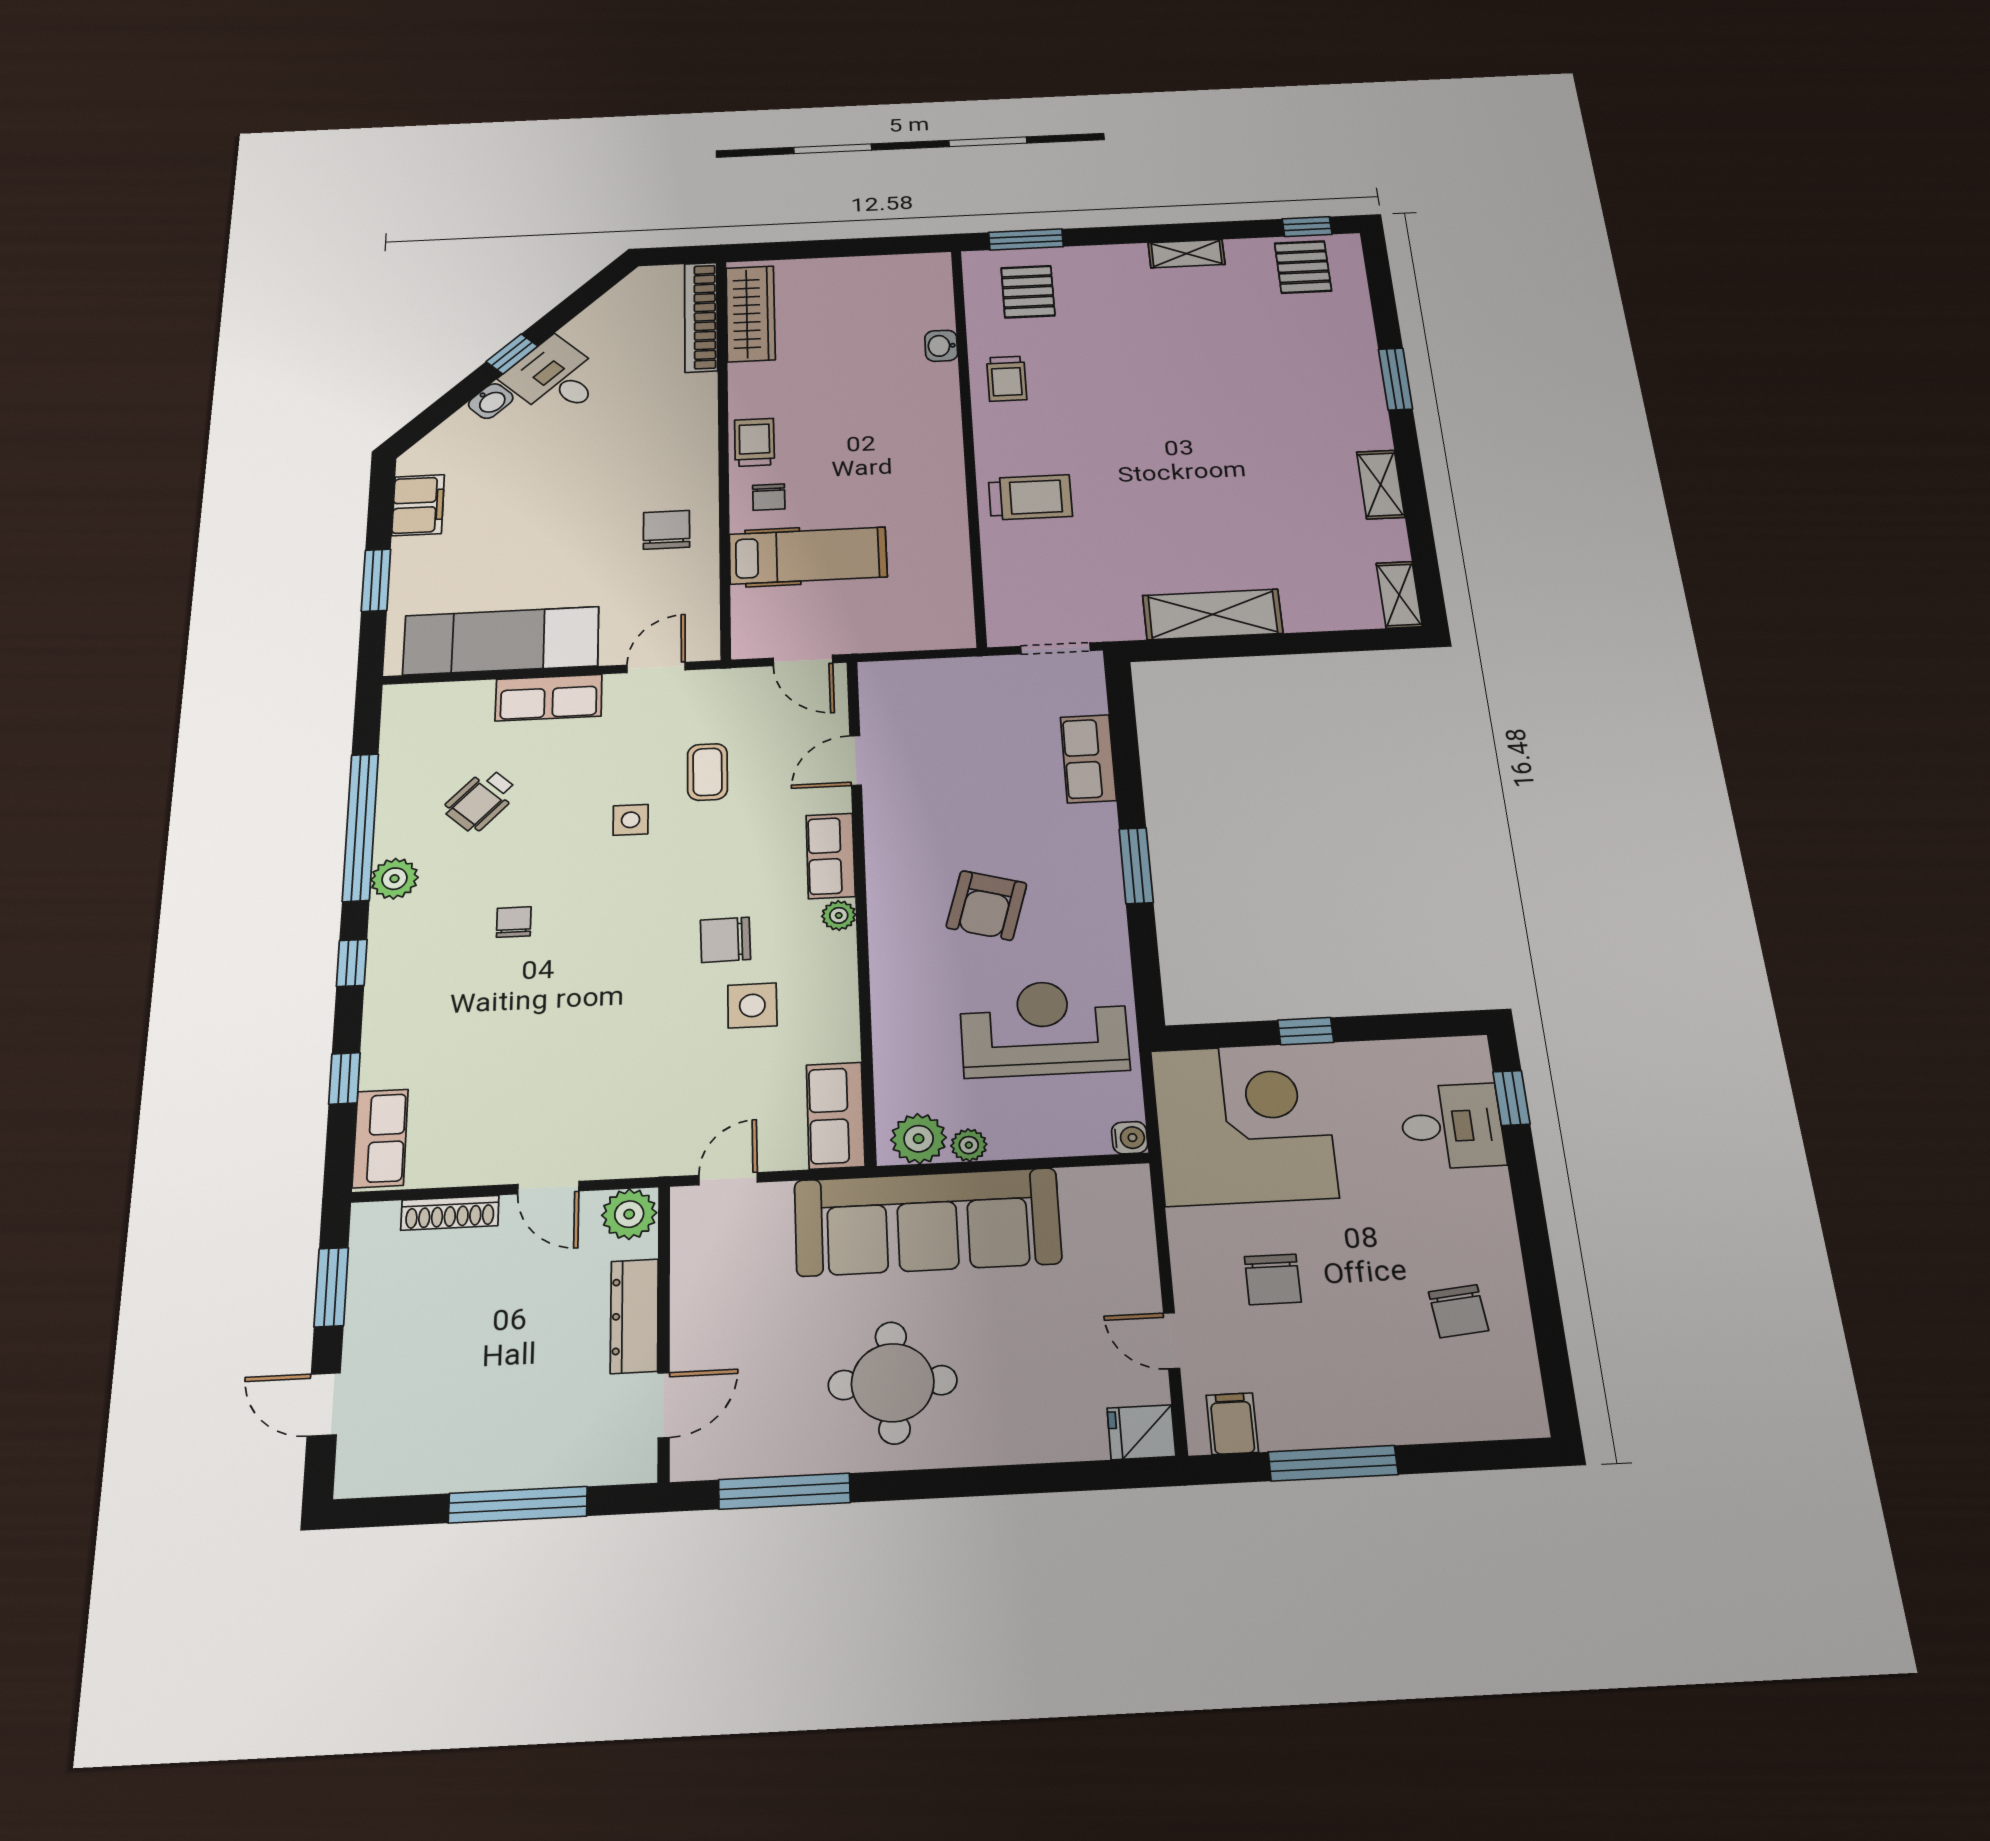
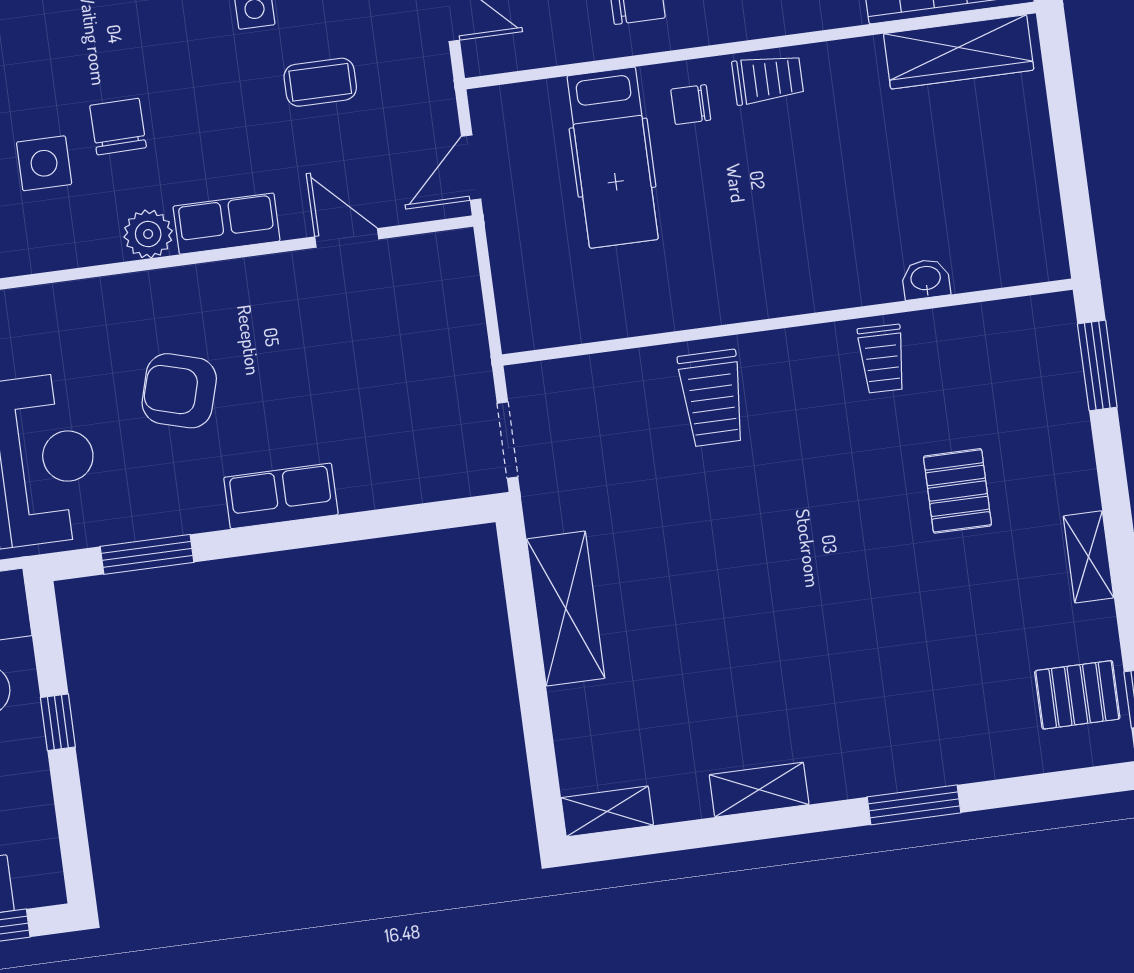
pallet: (1028, 292) -> (958, 491), moved, turned 90
trolley: (1007, 379) -> (882, 359), turned -89
row of seats: (1088, 759) -> (281, 496), moved
window: (1136, 866) -> (147, 554), moved
plant: (839, 915) -> (148, 234), width x1.38, depth x1.38

